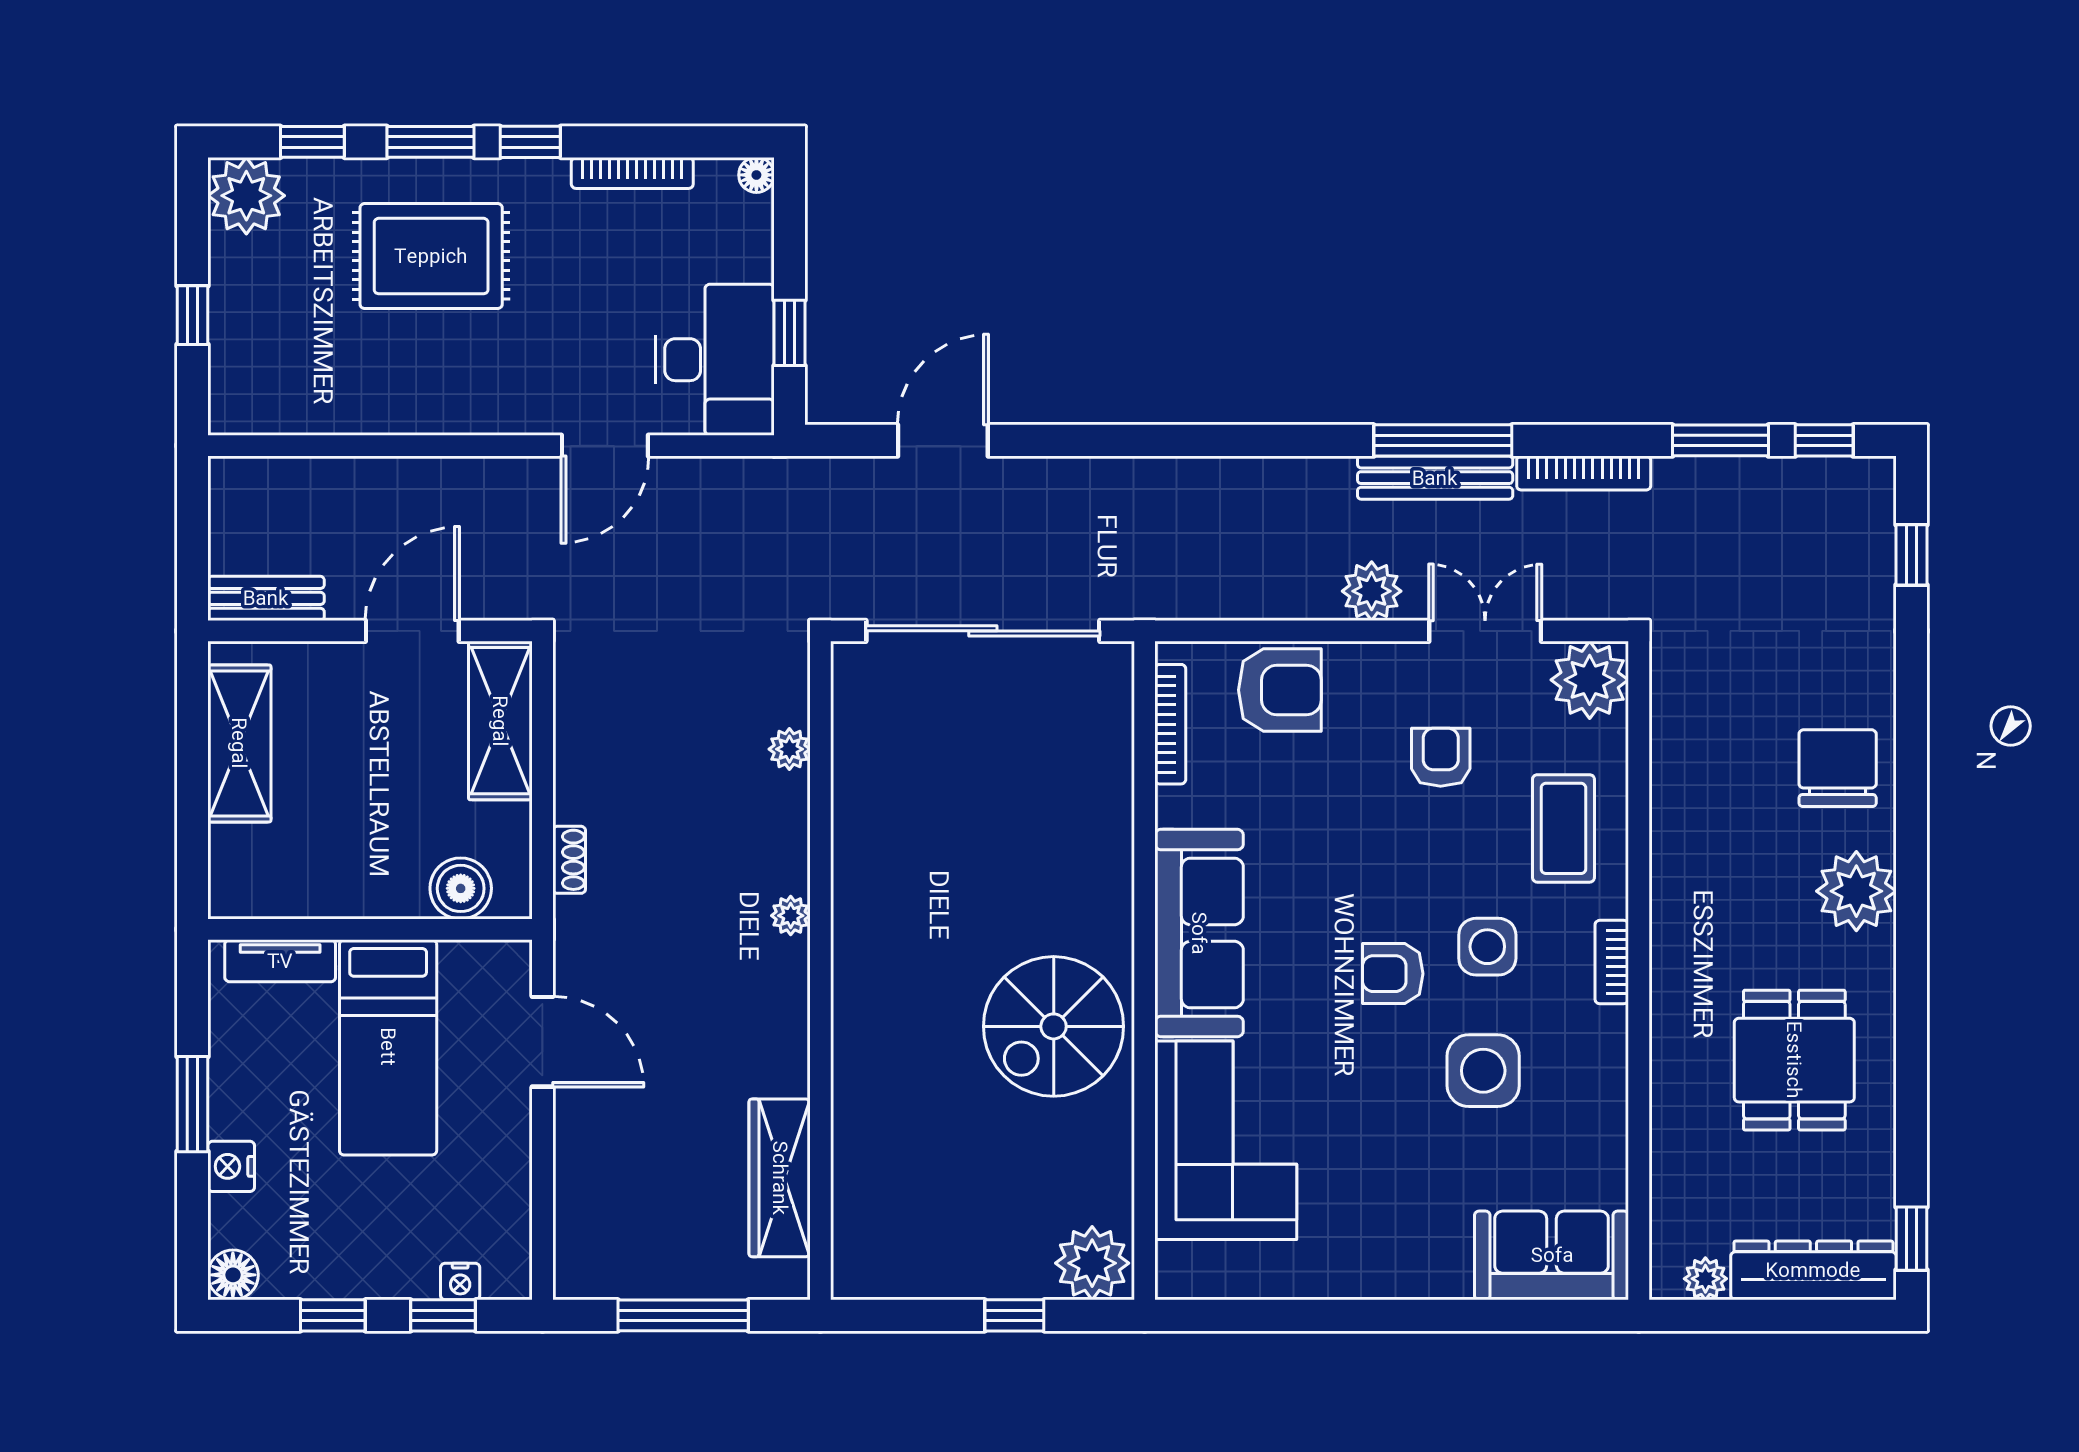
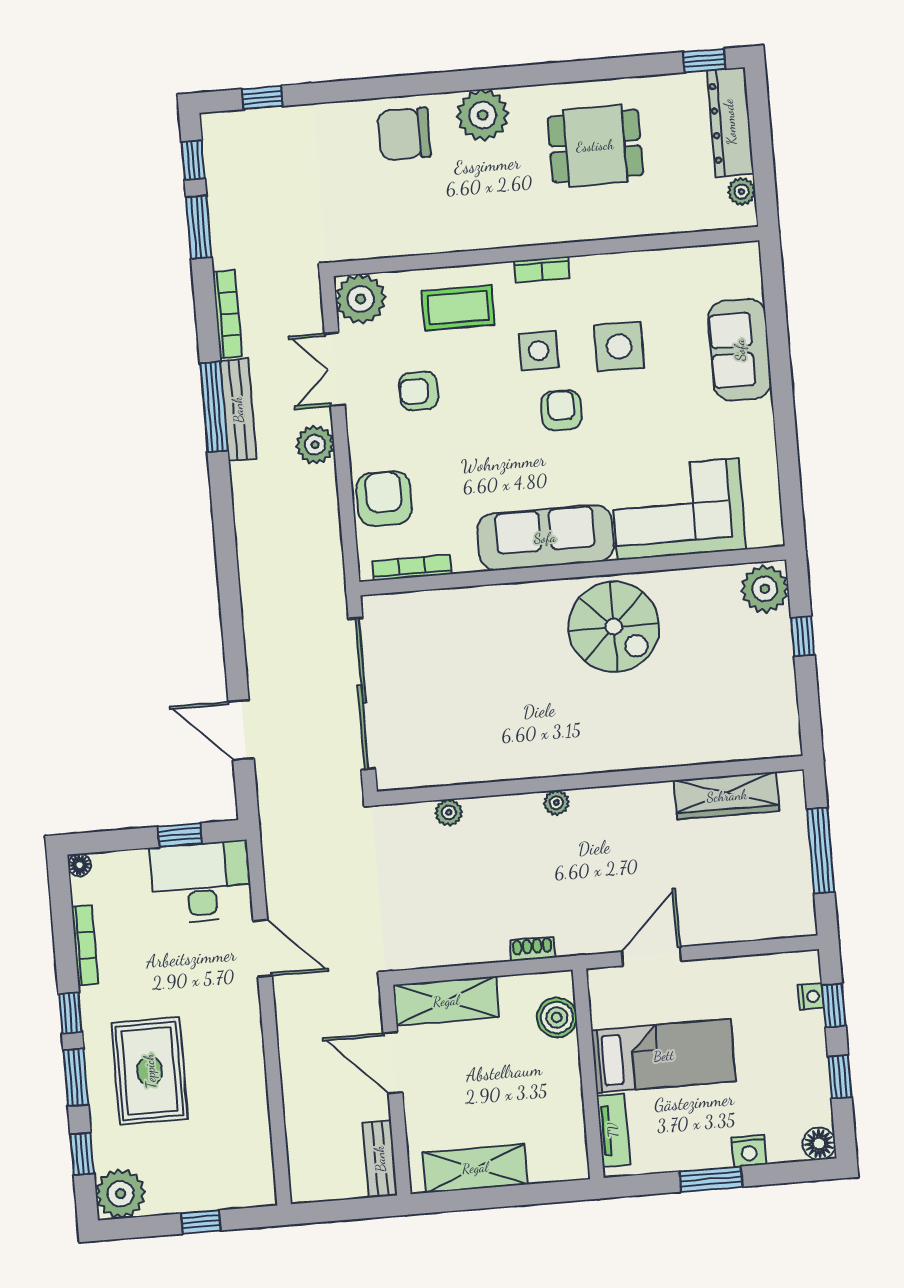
armchair: (1393, 974) -> (561, 410), turned 180
sofa: (1552, 1255) -> (740, 350), moved

